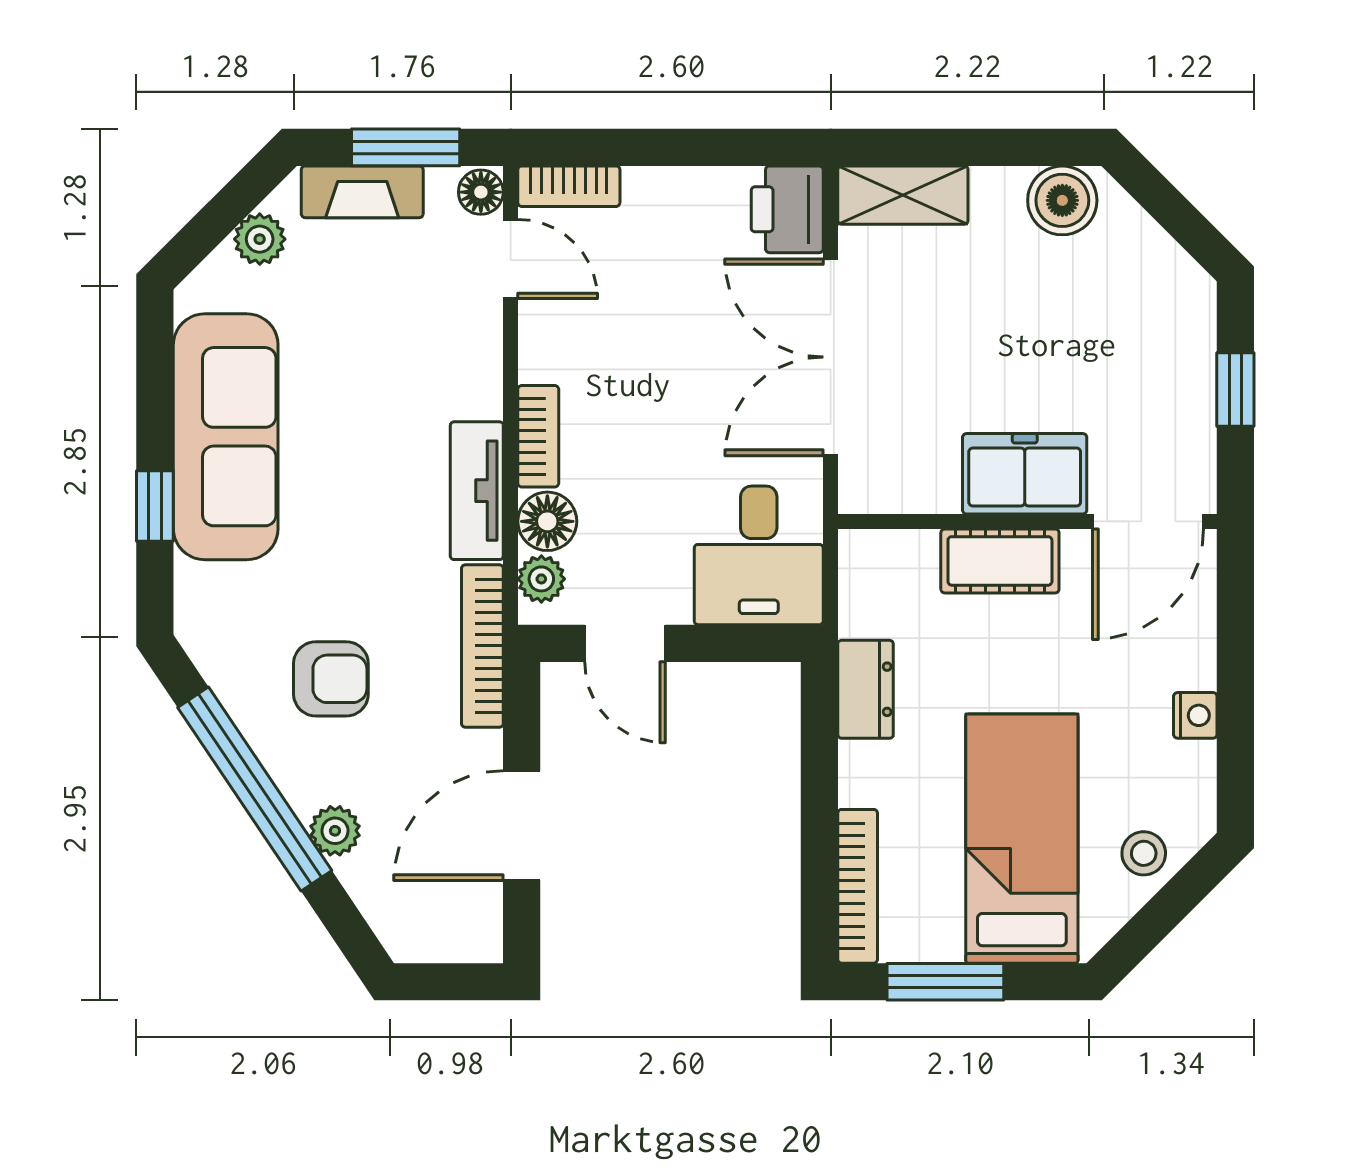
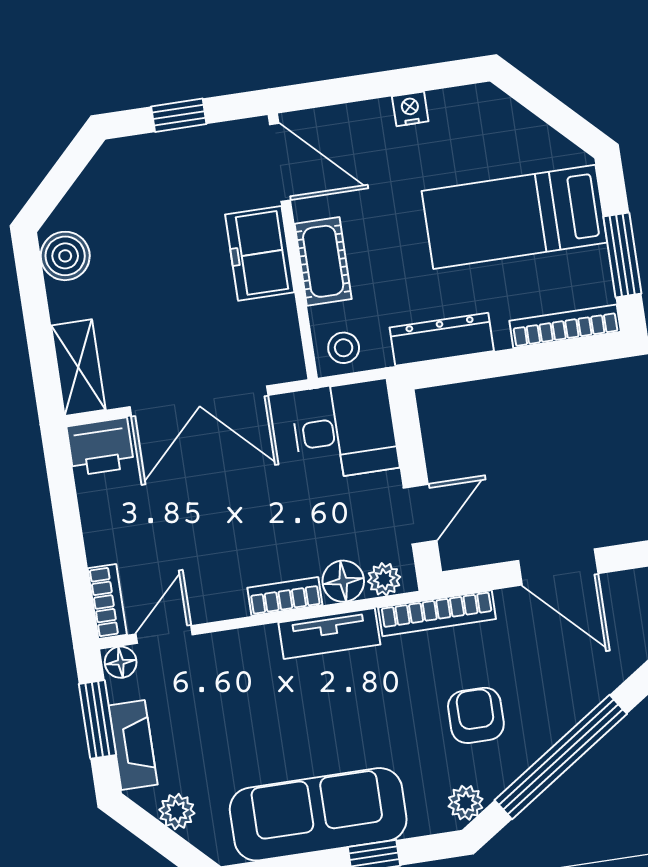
dresser: (866, 689) -> (442, 339), width x1.44
plant: (335, 831) -> (466, 803), moved
stool: (1144, 853) -> (344, 348), moved

